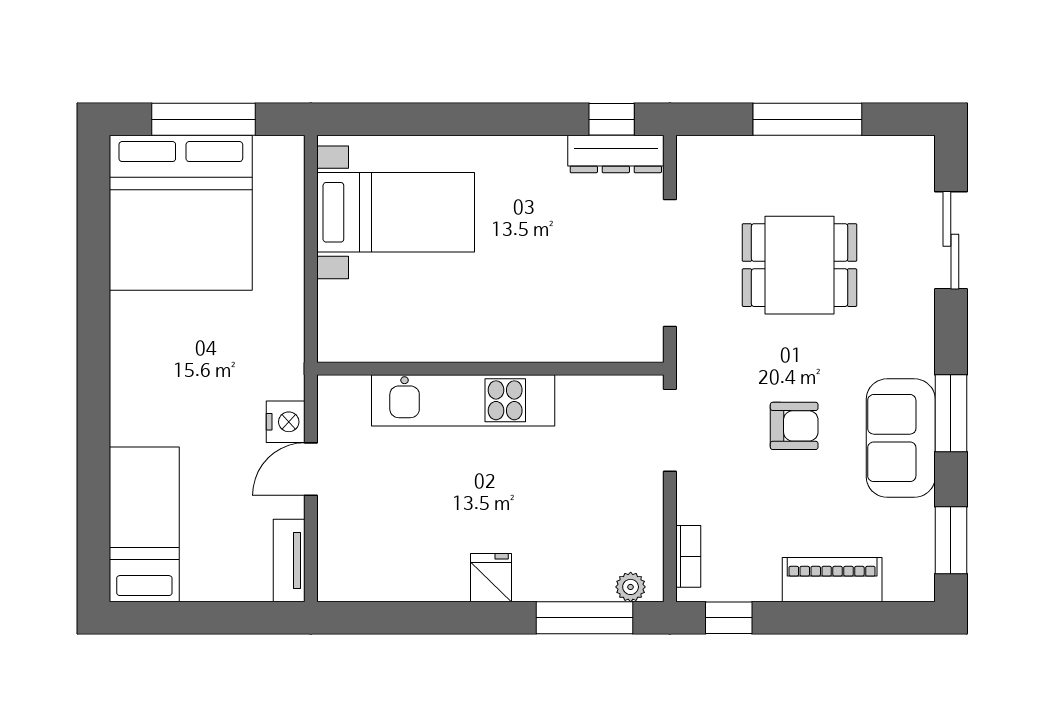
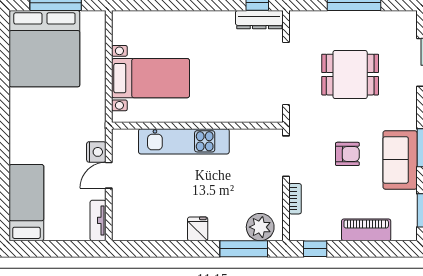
bed with nightstands: (396, 212) -> (151, 78), moved
bookcase: (688, 556) -> (295, 199), moved
plant: (631, 587) -> (260, 227), width x1.88, depth x1.88

